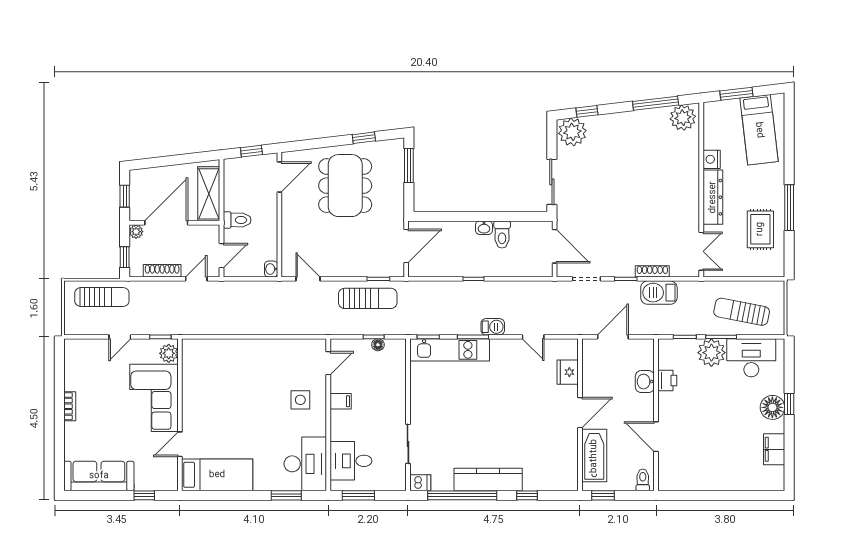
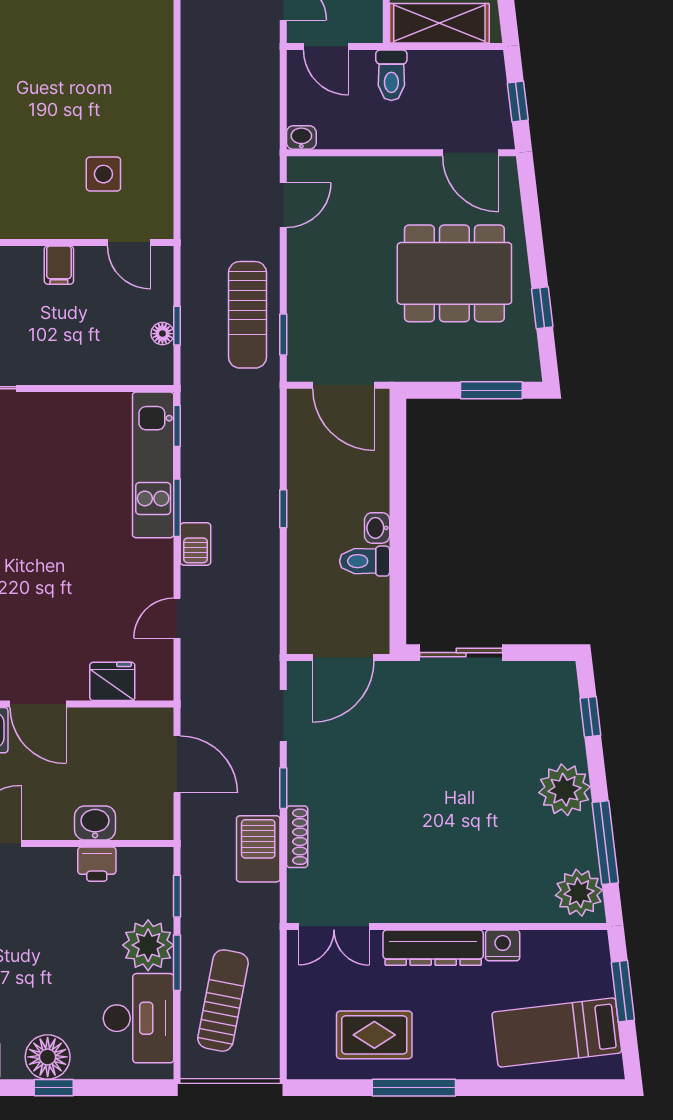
plant: (572, 132) -> (564, 790), moved
side table: (300, 400) -> (103, 174), moved

